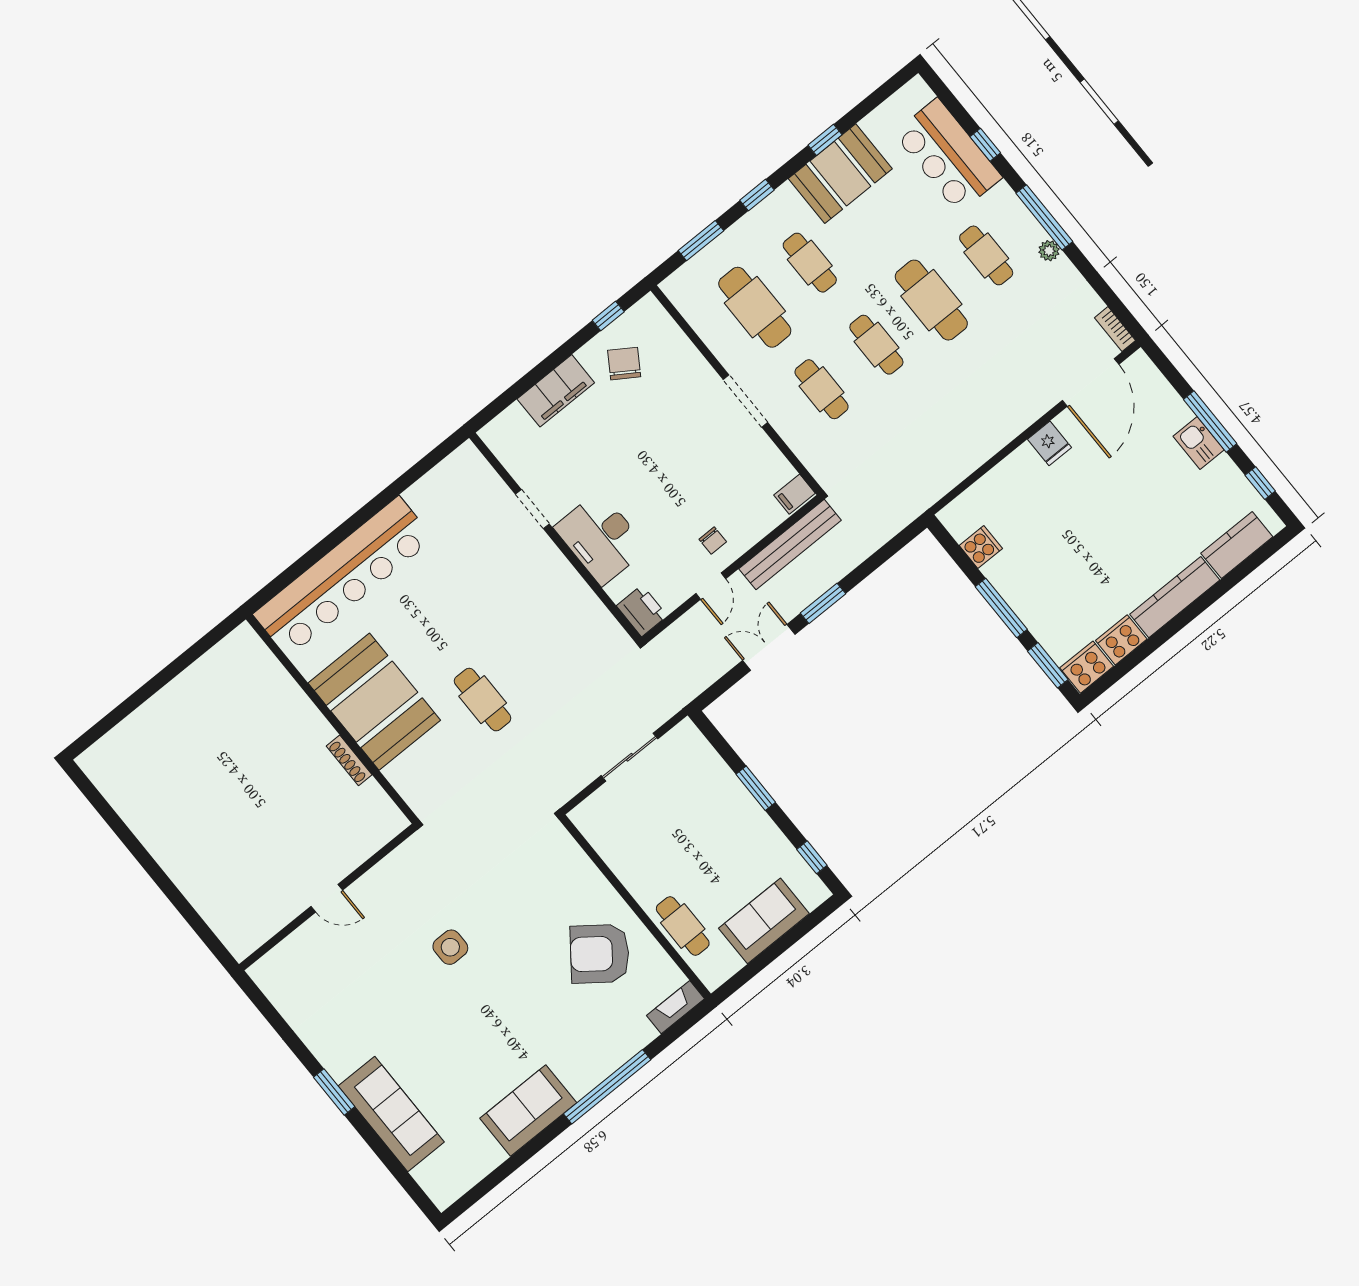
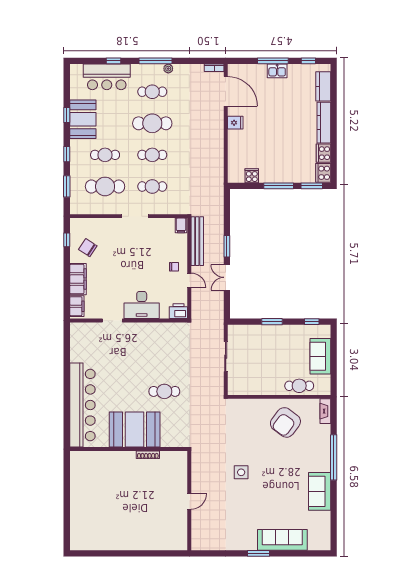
filing cabinet: (507, 427) -> (77, 306), added

